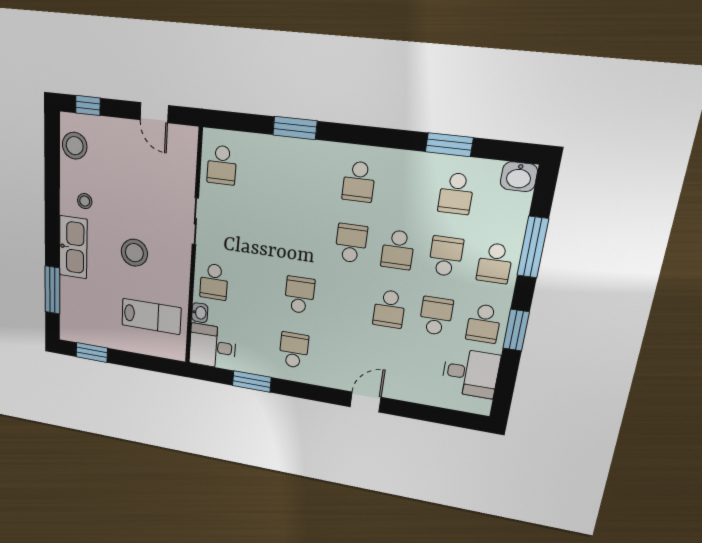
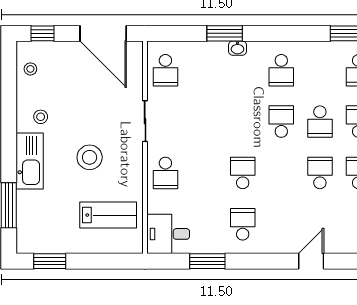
door: (154, 113) -> (103, 33), width x1.87
stool: (75, 146) -> (30, 69), width x0.53, depth x0.53
school desk: (389, 309) -> (320, 173), turned 180
washbasin: (200, 313) -> (238, 48), moved, turned 90

